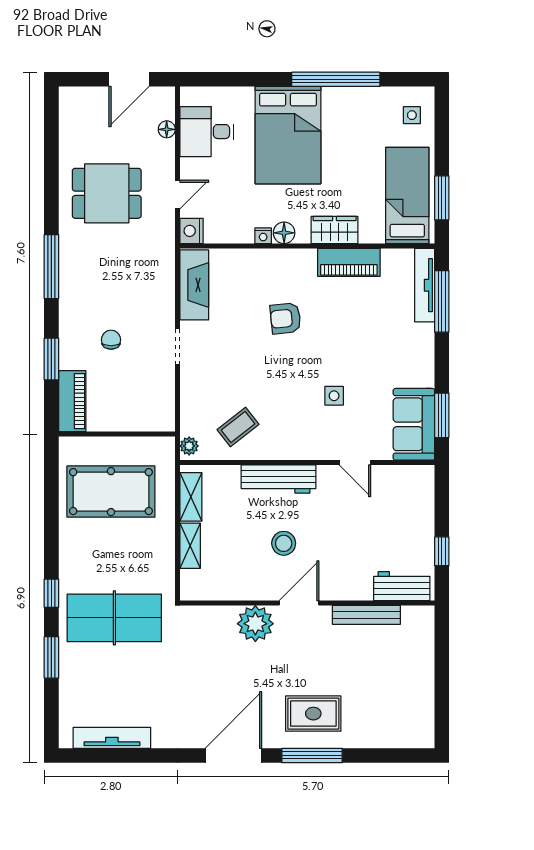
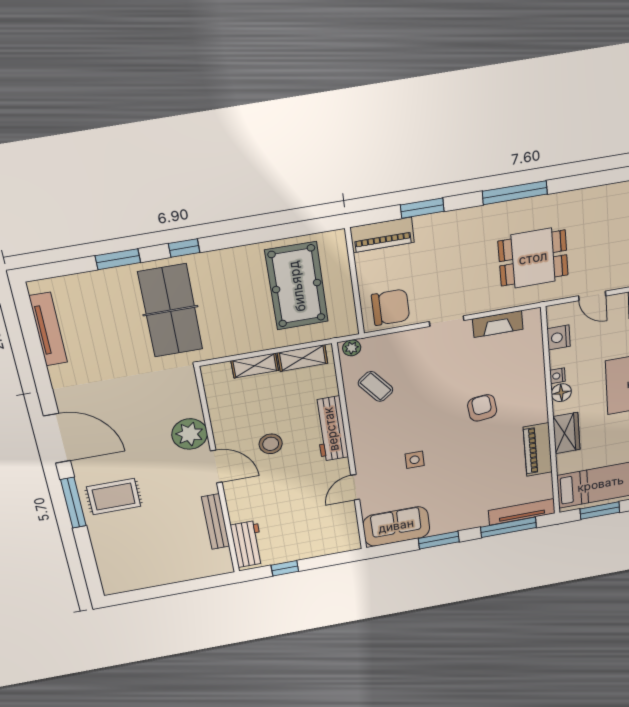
dining table: (107, 193) -> (533, 258), moved, turned 90
nightstand: (192, 231) -> (559, 337), moved, turned -90
fireplace: (194, 285) -> (498, 324), width x0.73, depth x0.76
chair: (111, 340) -> (390, 307), moved, width x1.87, depth x1.87
window: (442, 415) -> (439, 540), moved
rug: (313, 714) -> (114, 497), turned 90

